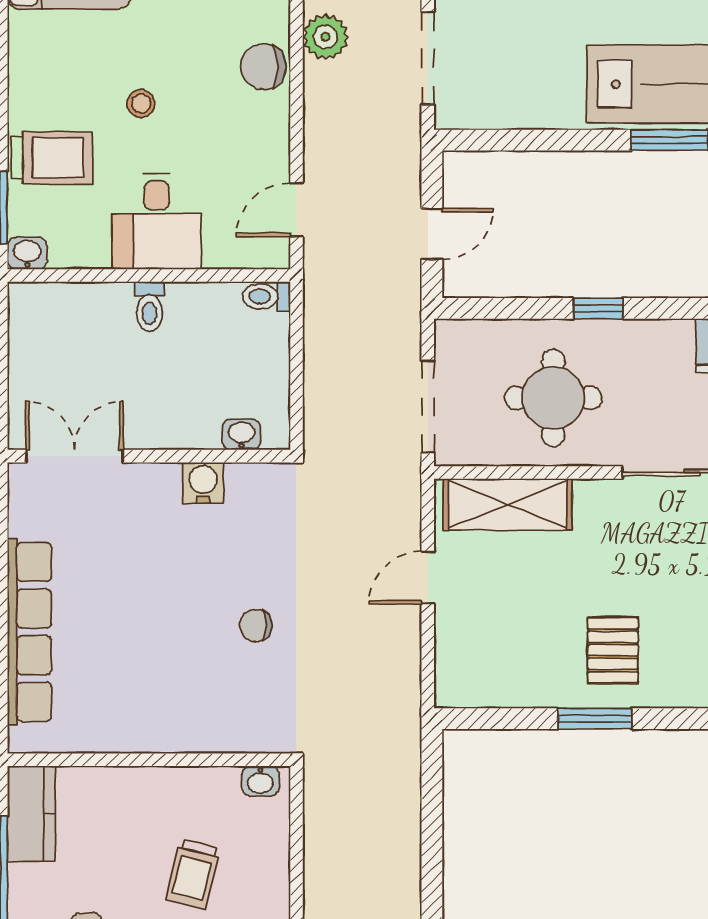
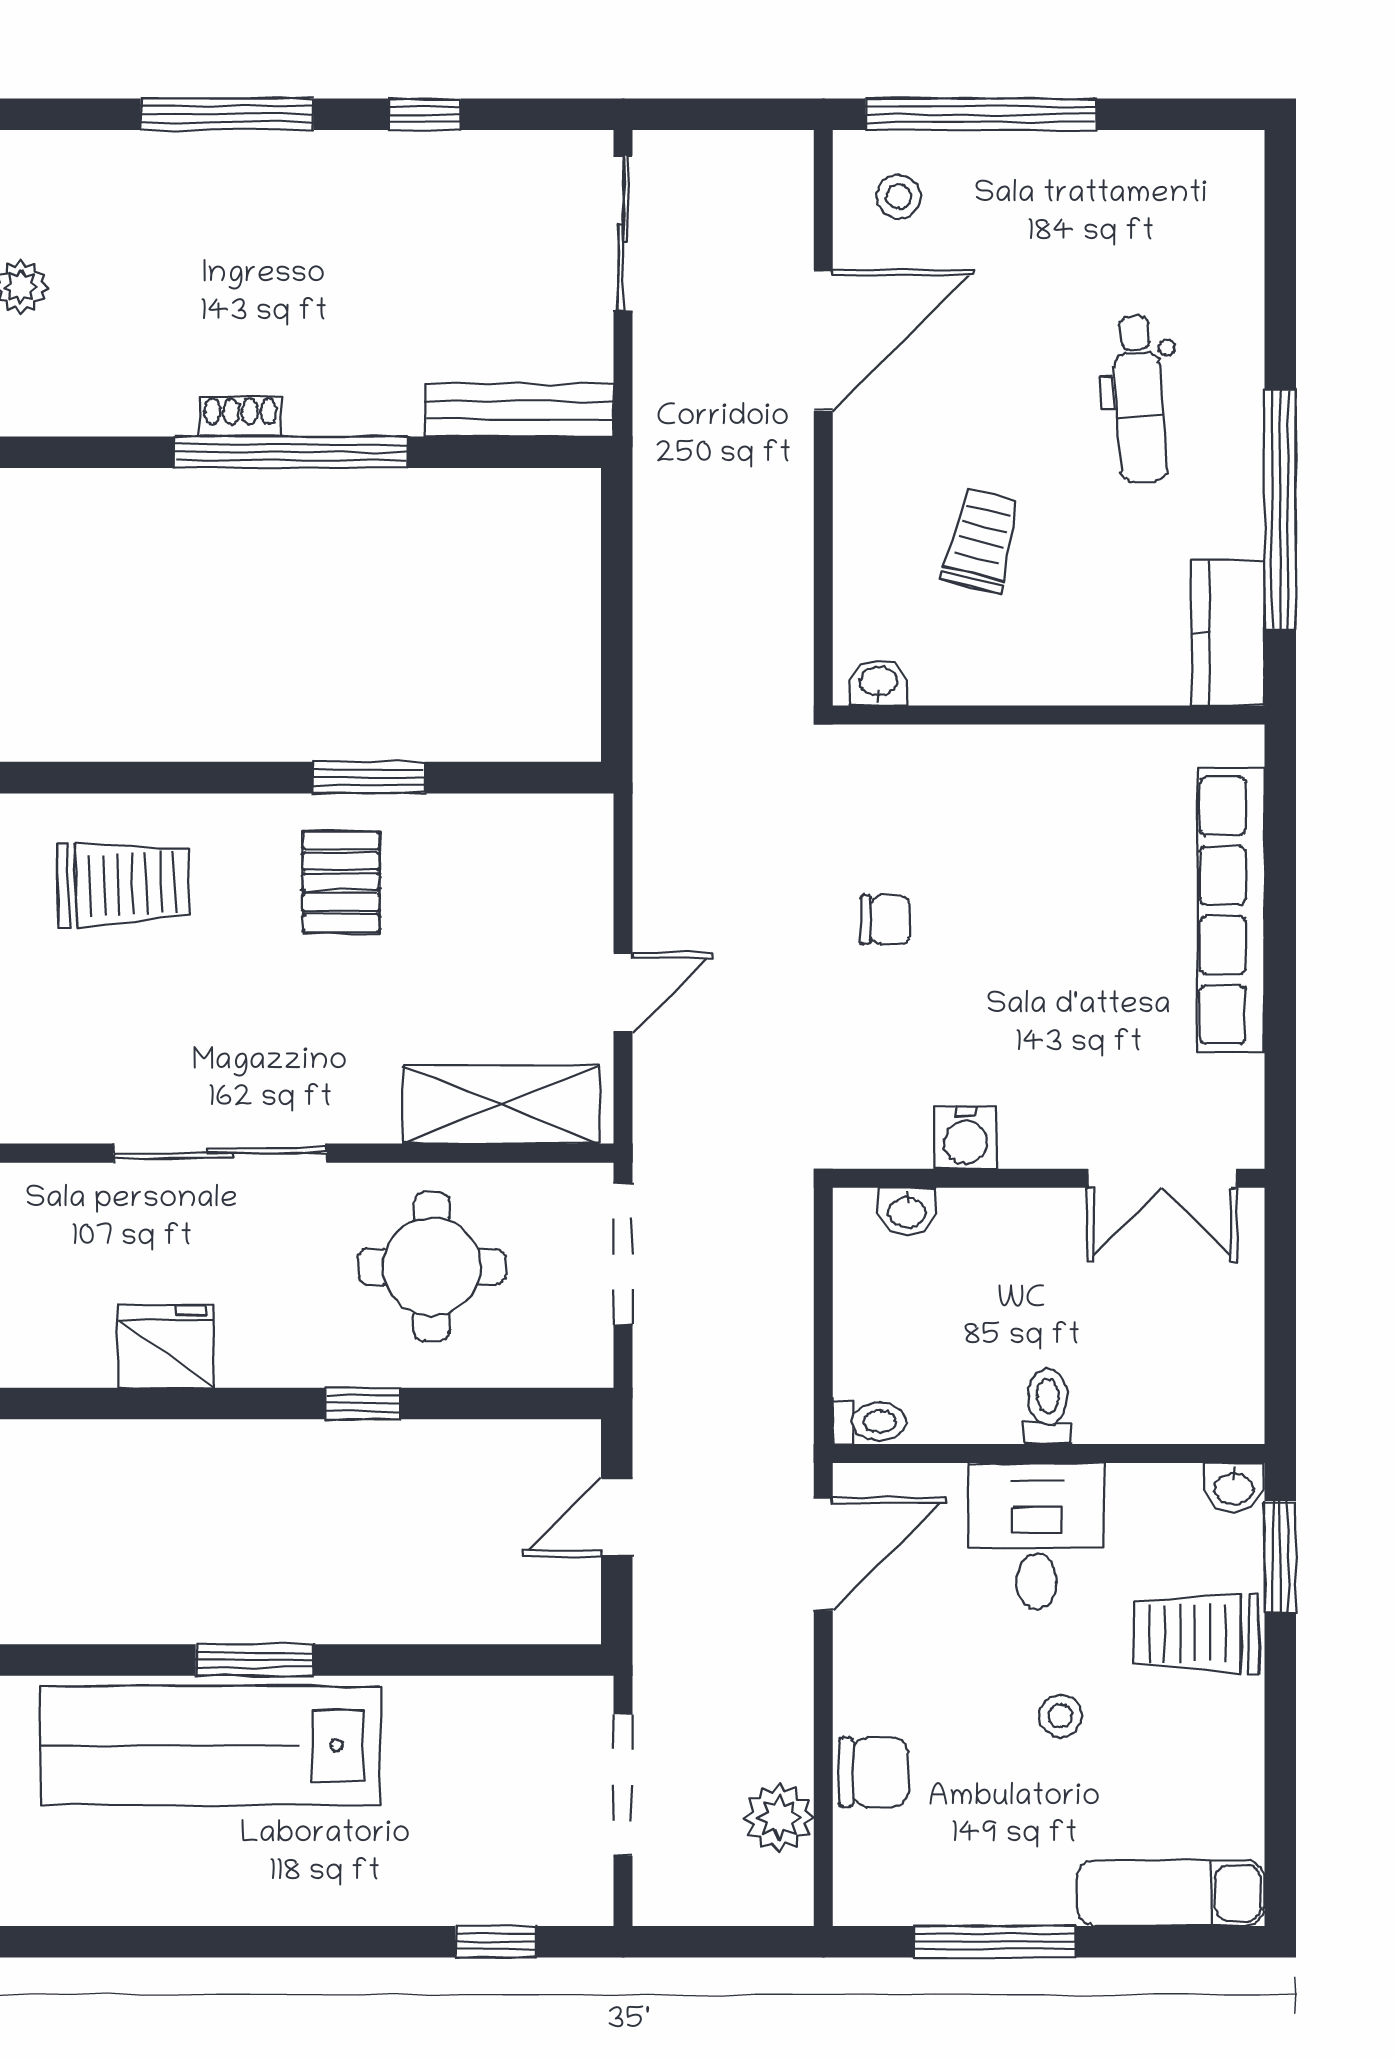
door: (297, 210) -> (823, 1554), width x1.38

